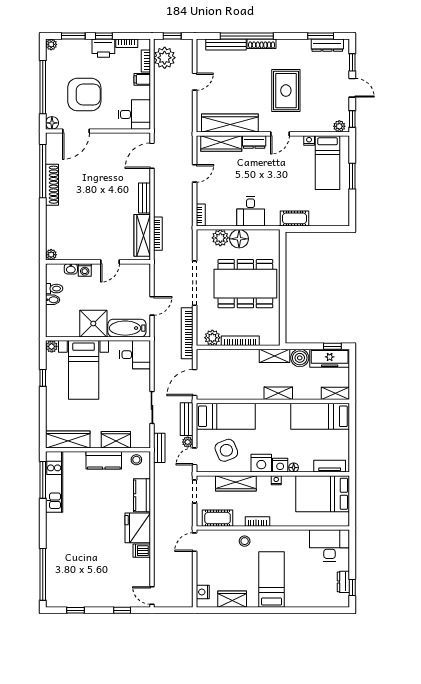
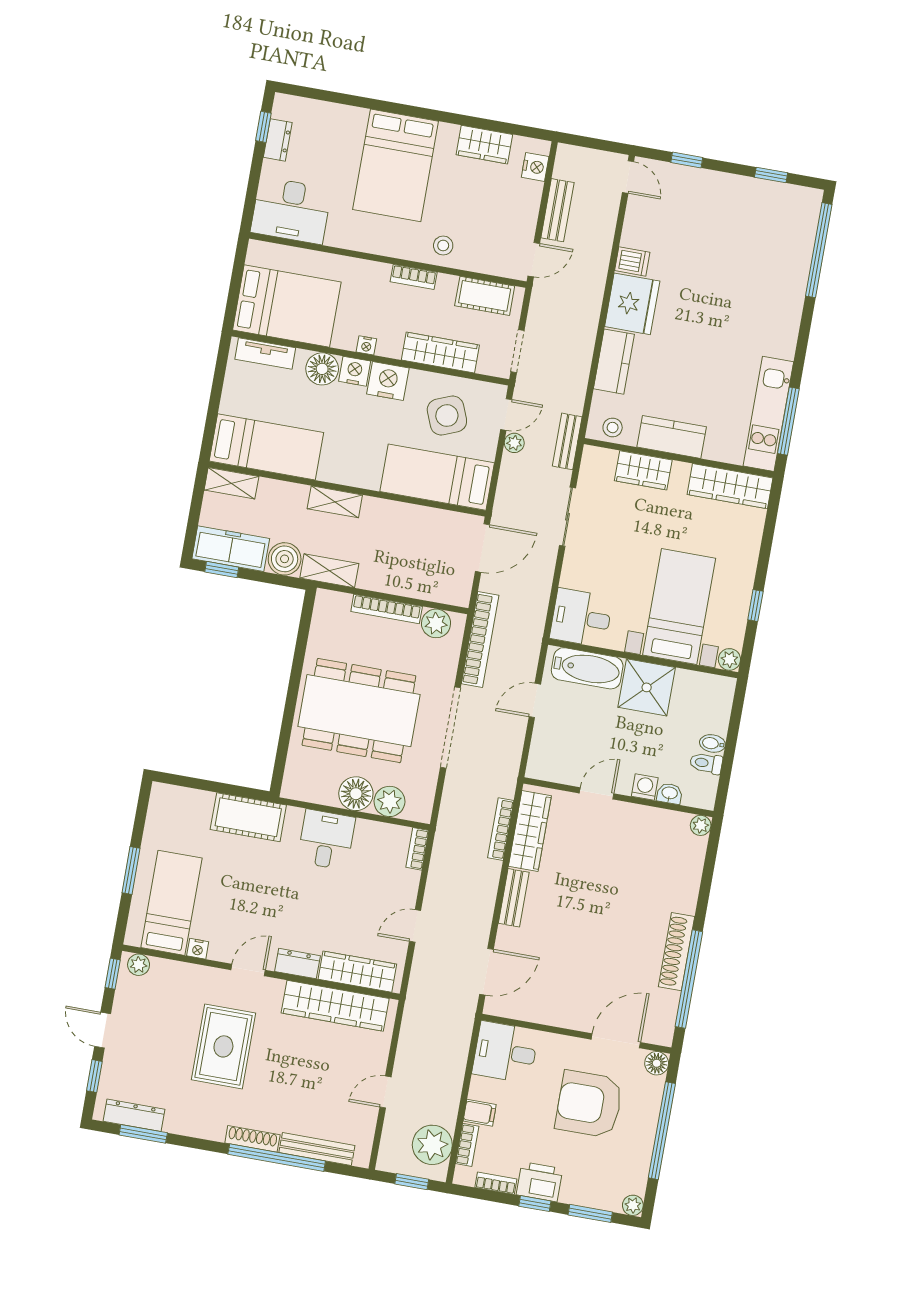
cot: (294, 218) -> (248, 817), width x1.37, depth x1.34
bench: (187, 419) -> (557, 210), moved
floor lamp: (294, 468) -> (322, 369), width x1.89, depth x1.89
bed: (272, 580) -> (396, 165), width x1.50

